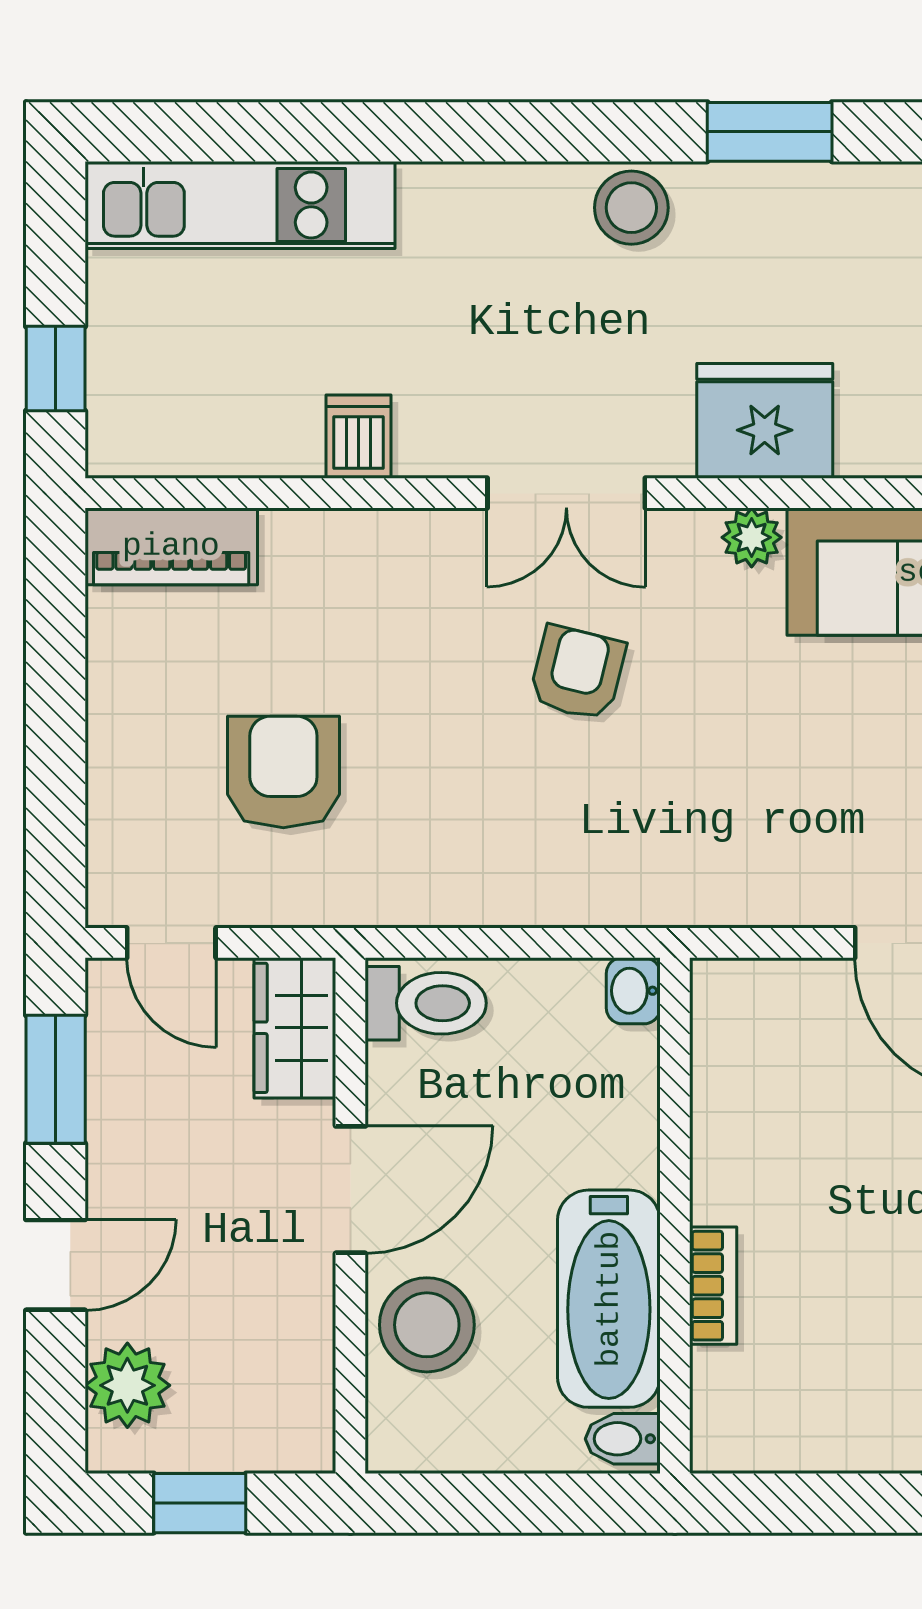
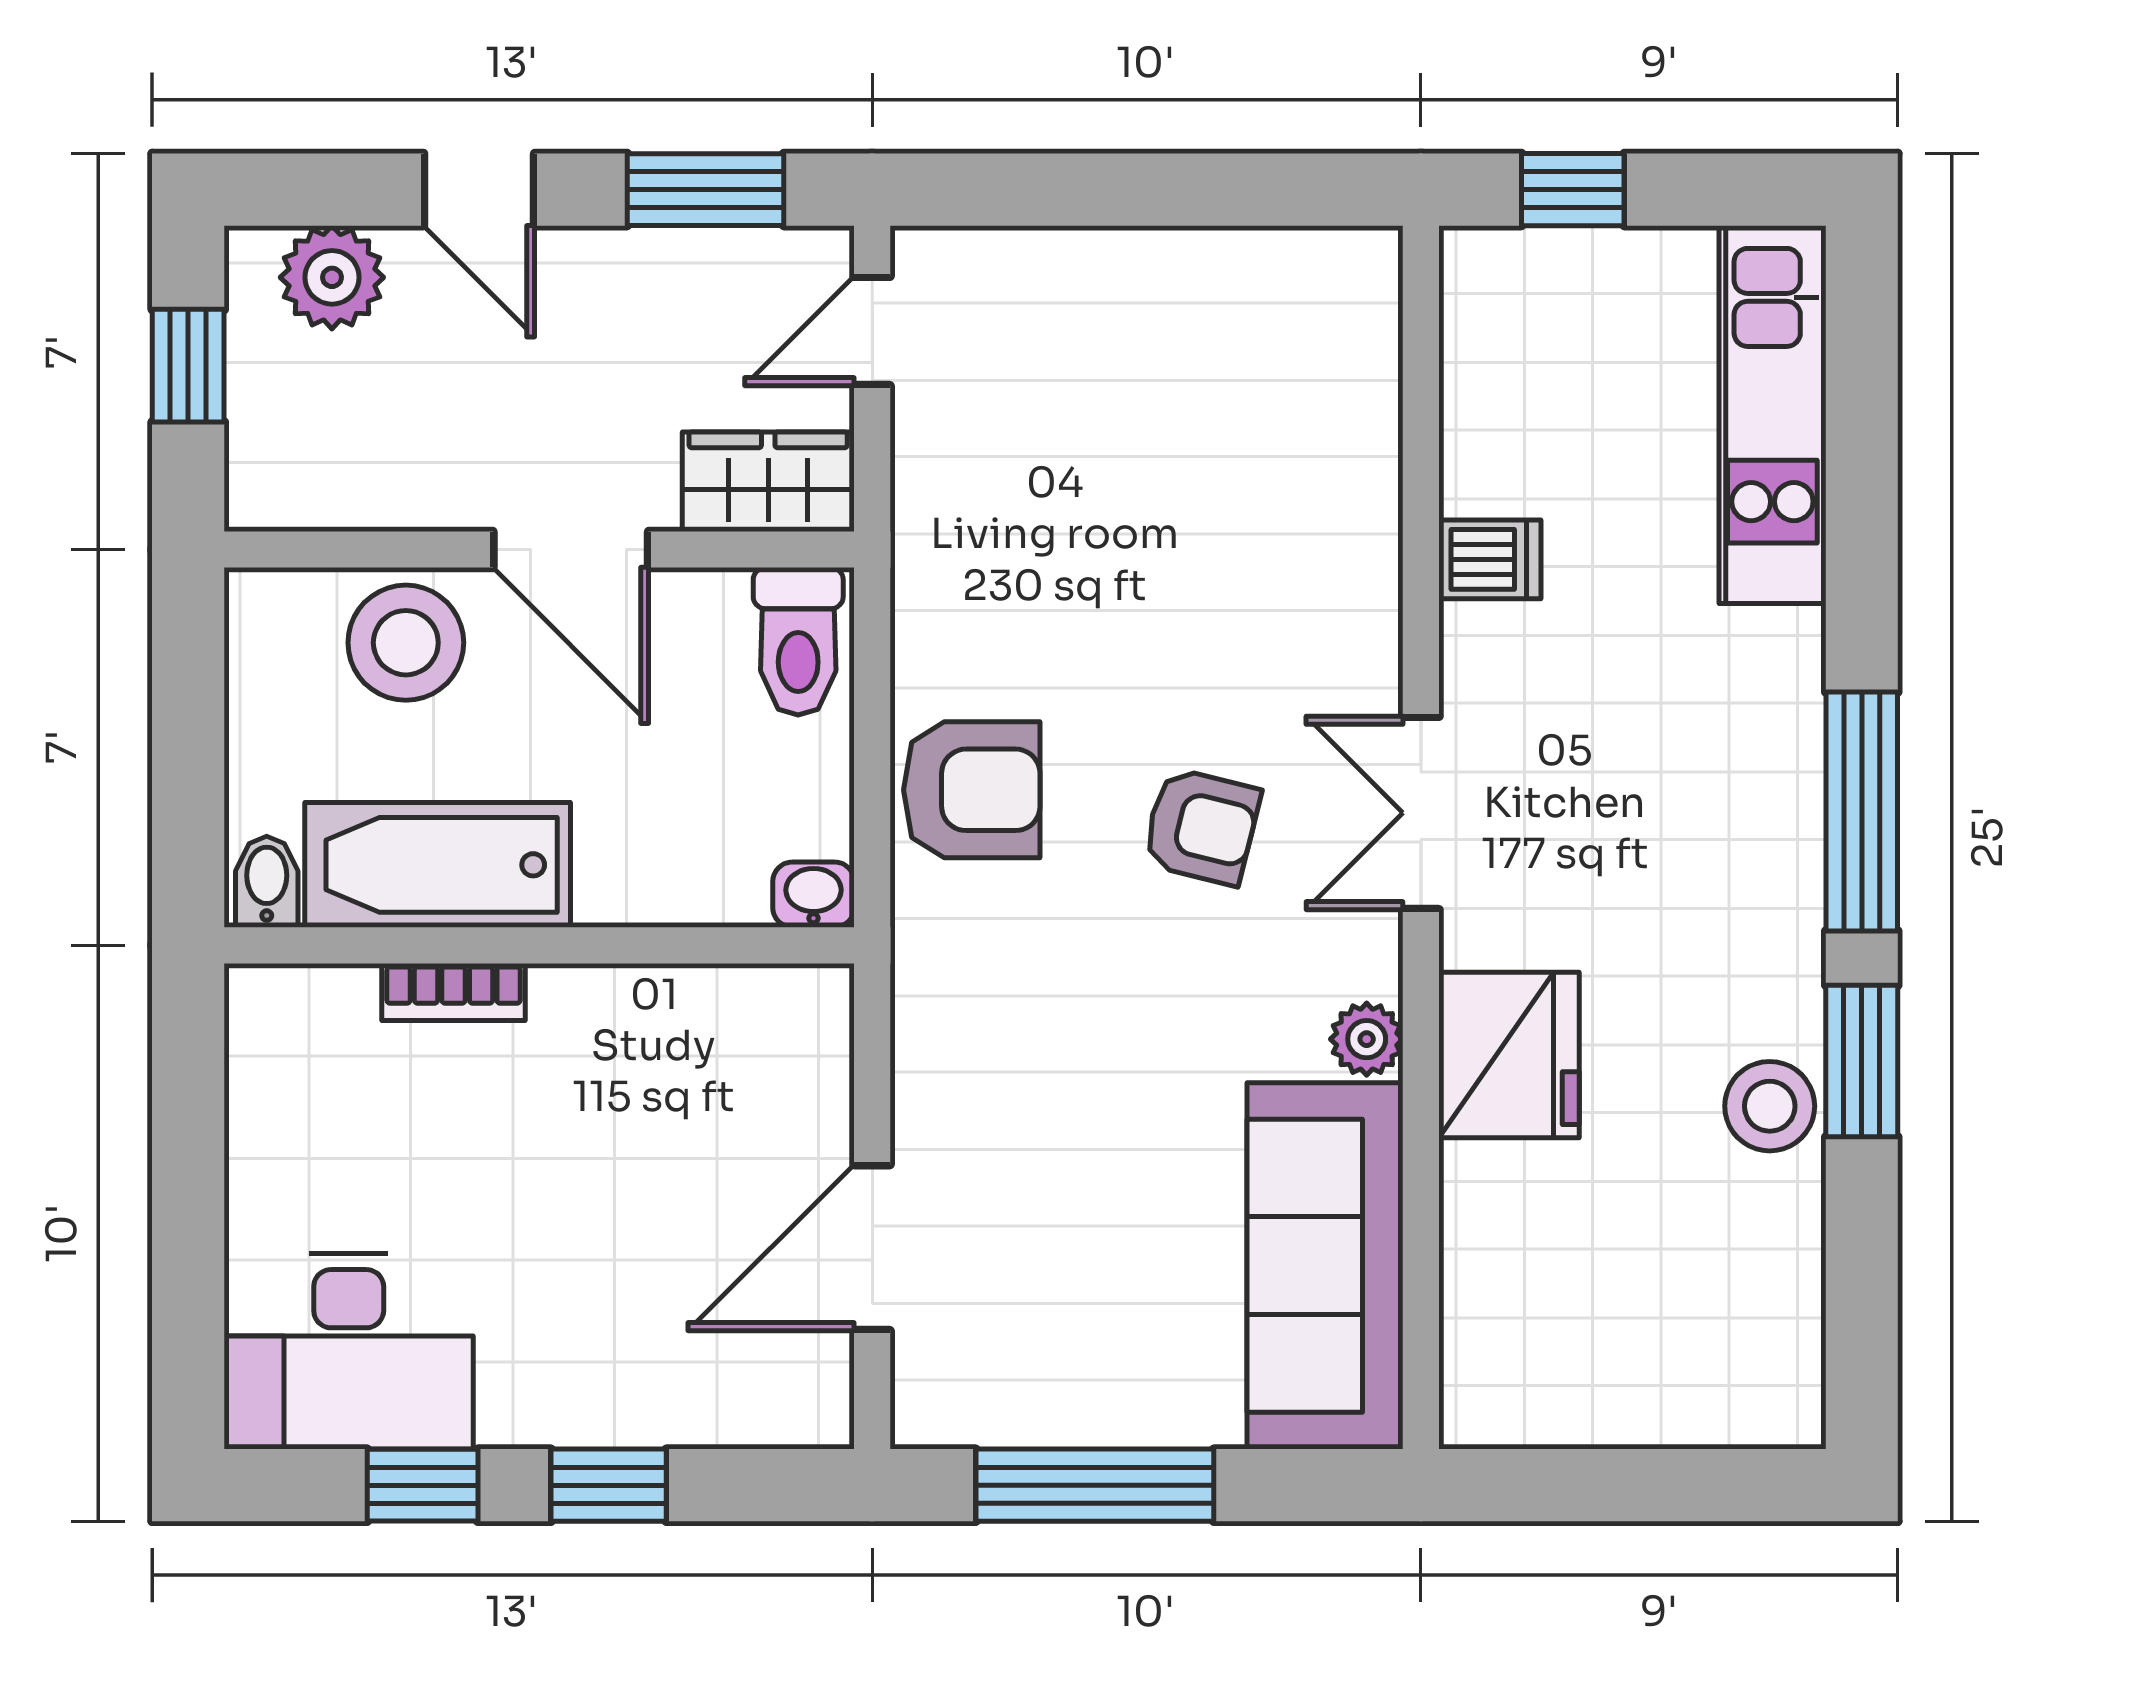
window: (565, 132) -> (1862, 811), added
stool: (631, 208) -> (1770, 1106), moved
piano: (171, 546) -> (1356, 331), removed
armchair: (283, 772) -> (972, 790), moved

